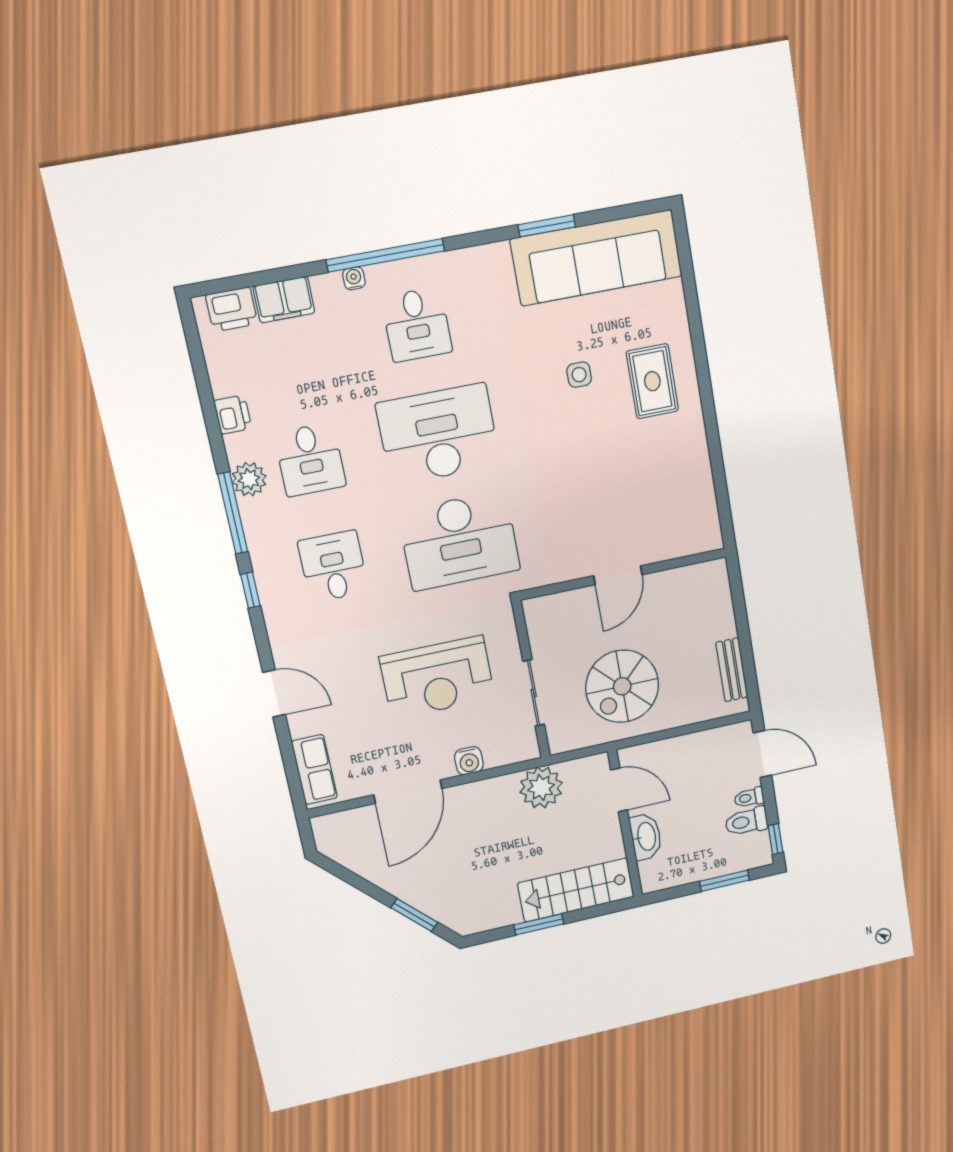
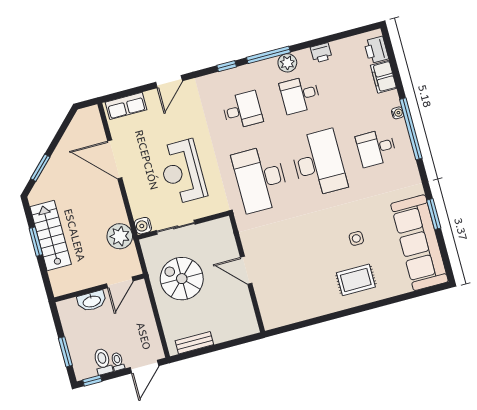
water cooler: (469, 761) -> (143, 226), moved
stairs: (576, 890) -> (51, 236), moved

